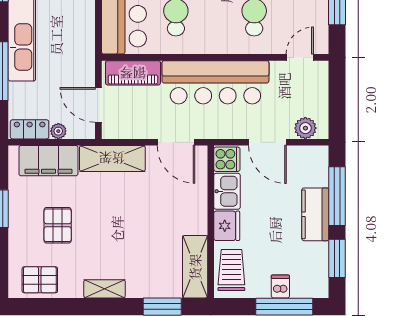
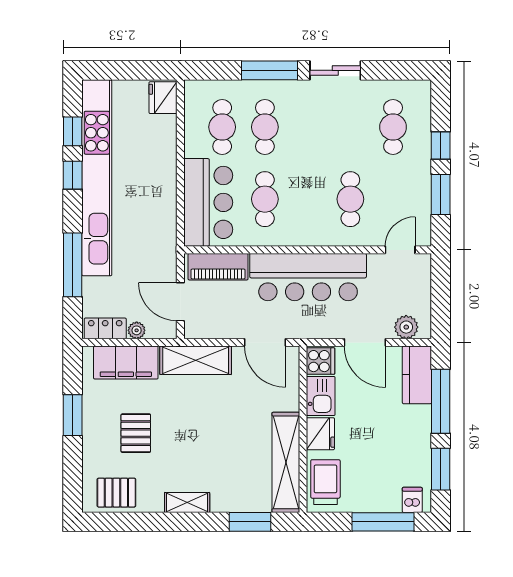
kitchen counter: (315, 214) -> (417, 375), moved
shelving: (195, 267) -> (286, 462), width x1.47
dishwasher: (280, 286) -> (412, 500), moved

